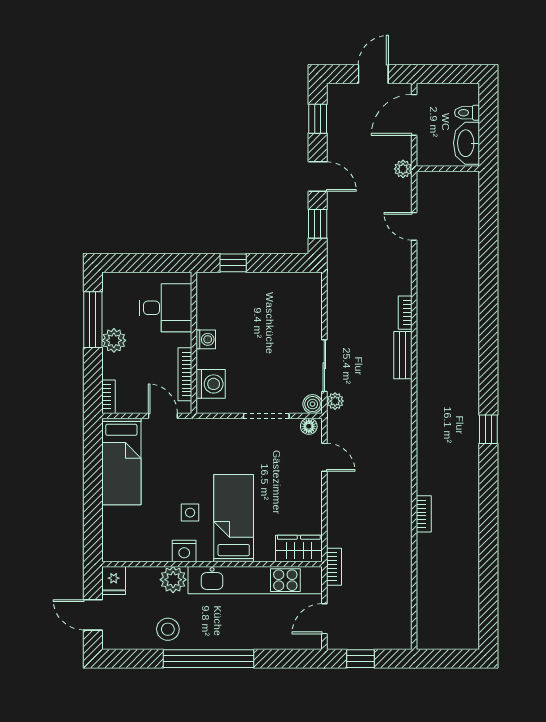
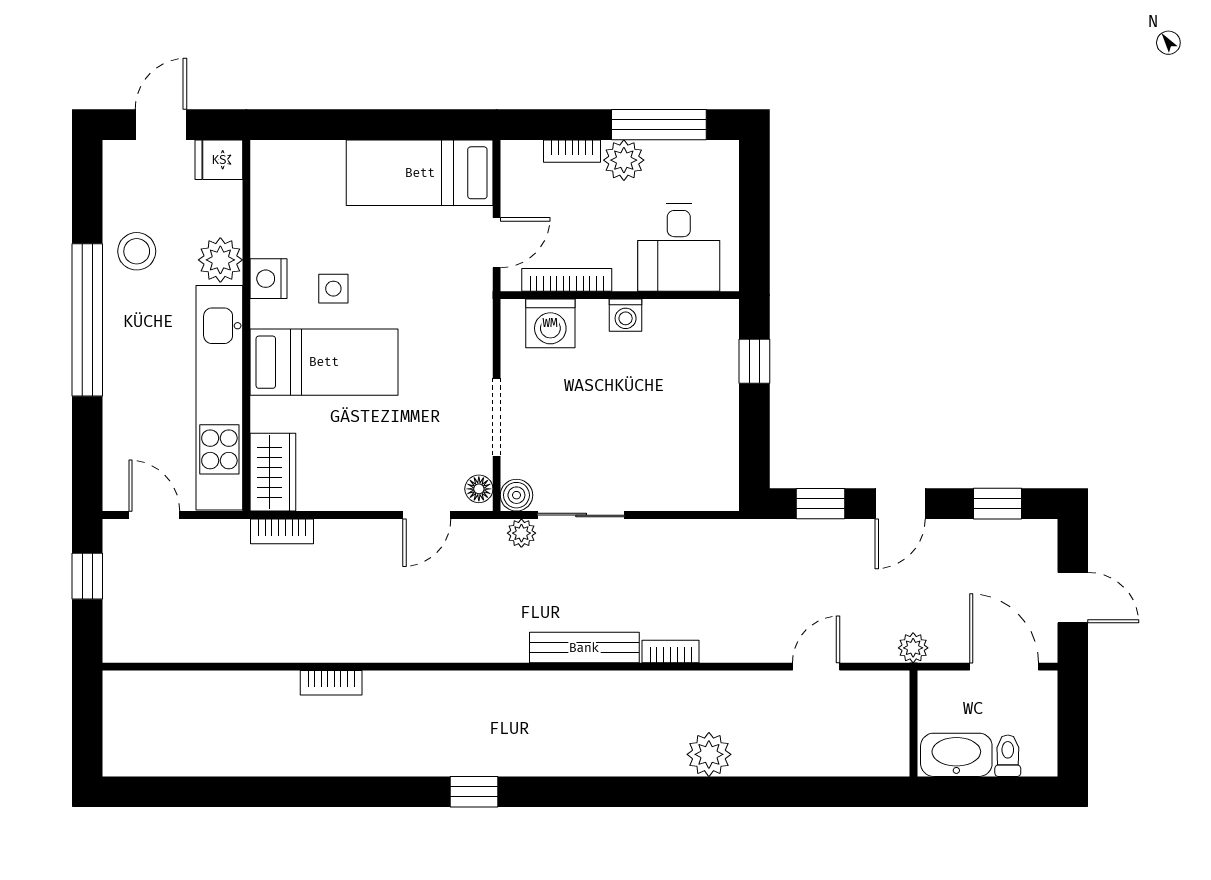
plant: (466, 290) -> (709, 754), added
bench: (403, 355) -> (584, 648), width x1.36
bookcase: (109, 397) -> (572, 151), moved
bookcase: (334, 567) -> (282, 531), moved

